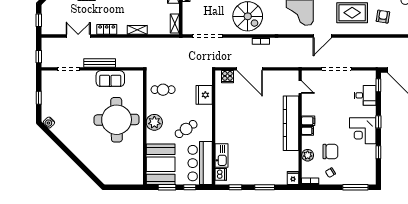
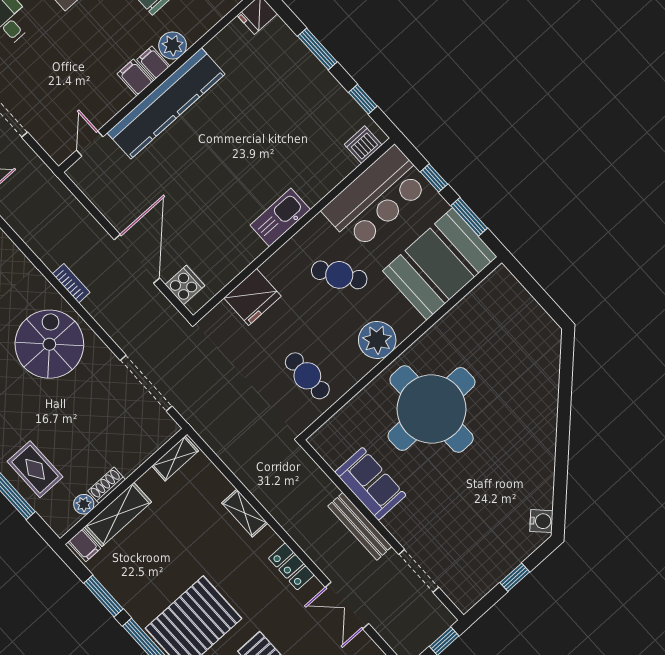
plant: (308, 155) -> (173, 45), moved
kitchen sink: (222, 156) -> (280, 217), moved

